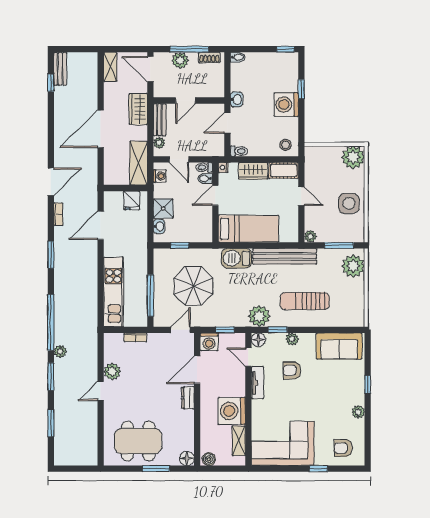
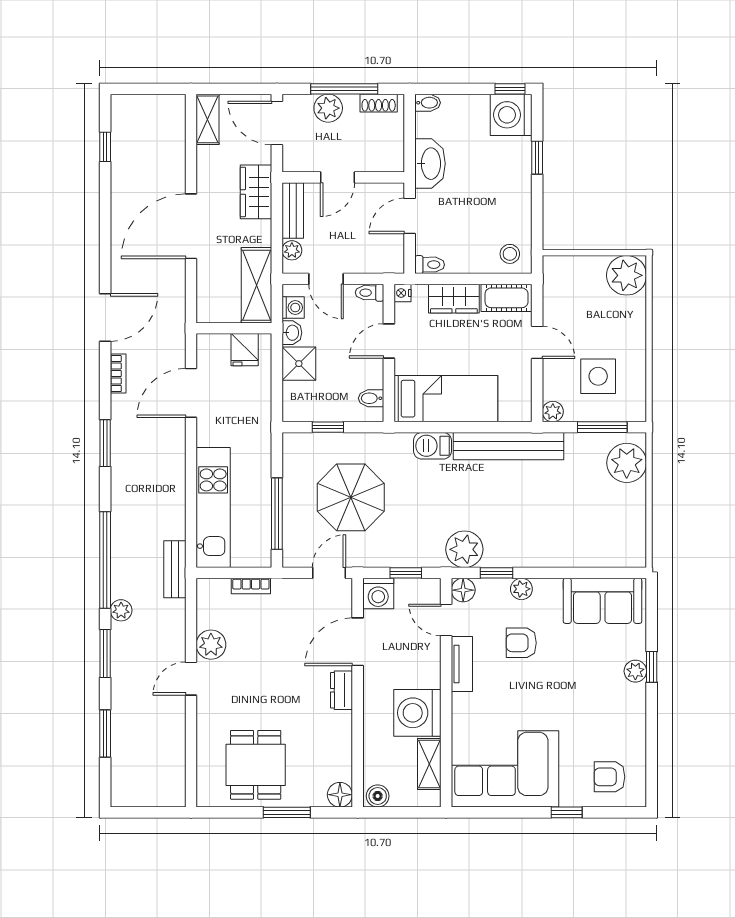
bench: (60, 69) -> (175, 569), moved
washbasin: (236, 99) -> (430, 164), width x1.91, depth x1.45
washing machine: (286, 105) -> (511, 115), moved
bidet: (205, 179) -> (371, 398), moved
side table: (349, 203) -> (598, 376), moved
washbasin: (159, 226) -> (292, 333), moved
barbecue: (236, 258) -> (432, 446), width x0.73, depth x0.79
sun lounger: (305, 301) -> (543, 523), removed
plant: (358, 412) -> (635, 671), moved
dining table: (138, 441) -> (256, 765), width x0.73

